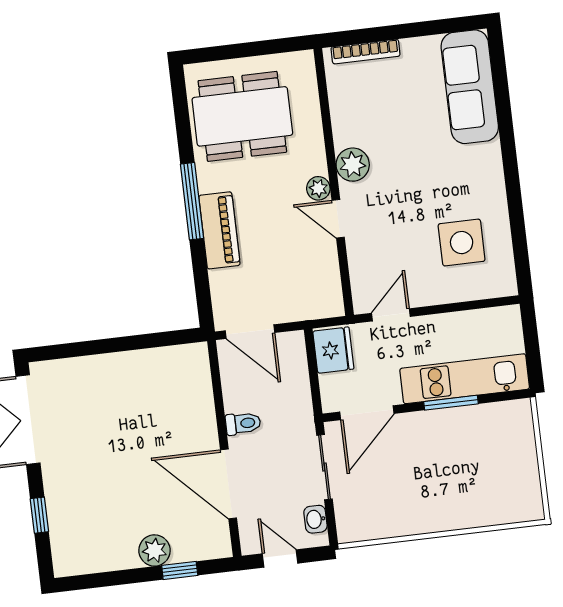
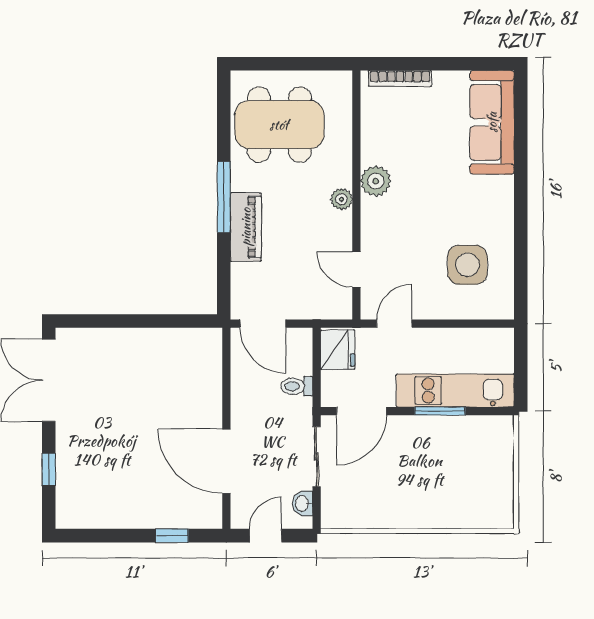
door: (338, 219) -> (356, 269), moved
toilet: (243, 423) -> (297, 386), moved, turned 180
plant: (155, 550) -> (151, 514), removed
door: (280, 558) -> (266, 536), hinge flipped

